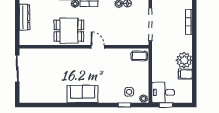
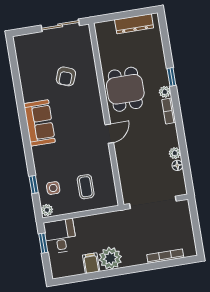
coffee table: (139, 56) -> (86, 187), moved
armchair: (53, 70) -> (66, 76), added

